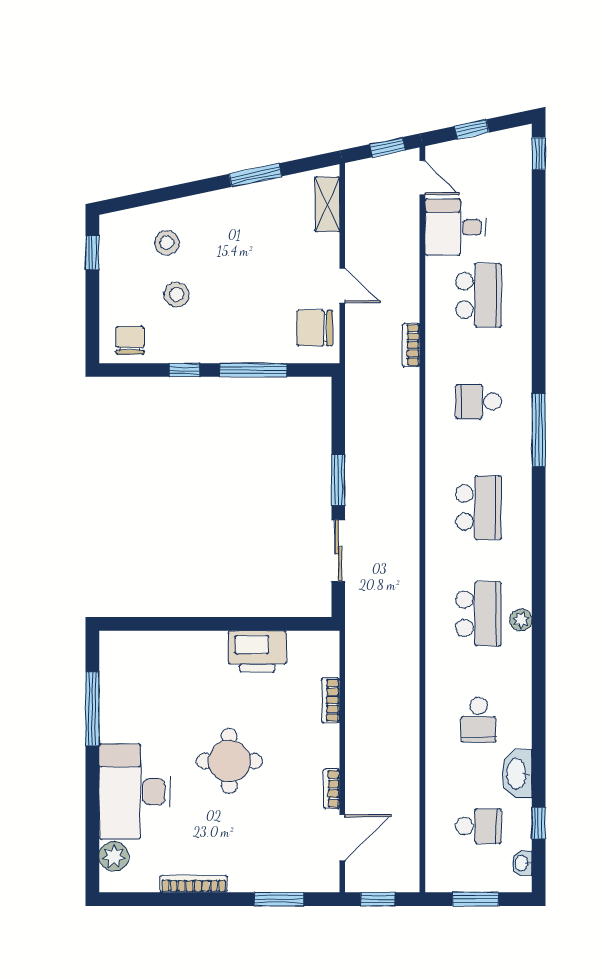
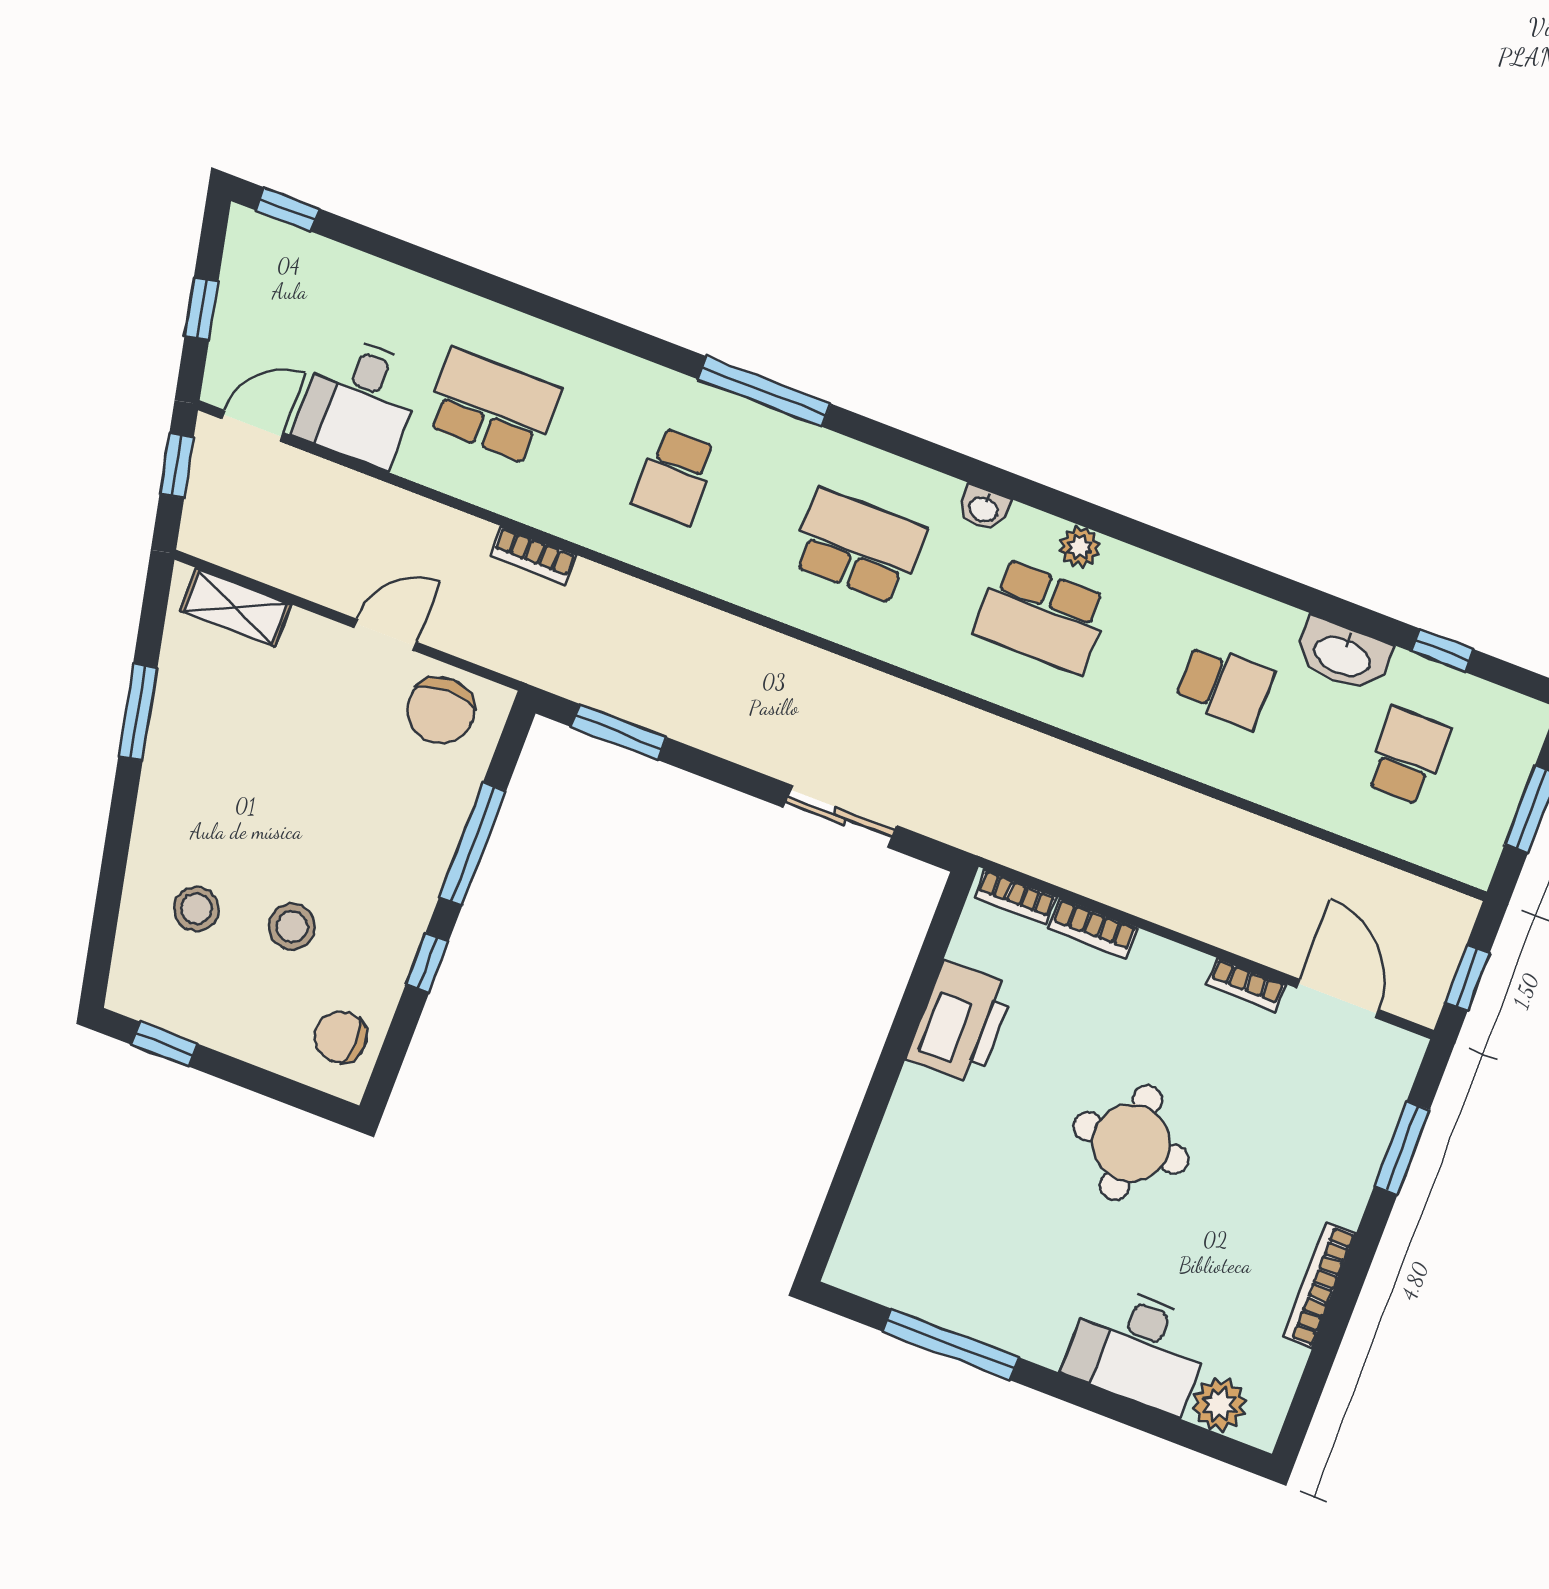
window: (338, 480) -> (619, 732), moved
school desk: (479, 614) -> (1041, 616), turned 180
bookcase: (331, 655) -> (1015, 897), added
desk: (135, 792) -> (1138, 1349), width x0.73, depth x0.77
washbasin: (522, 863) -> (984, 508), moved

